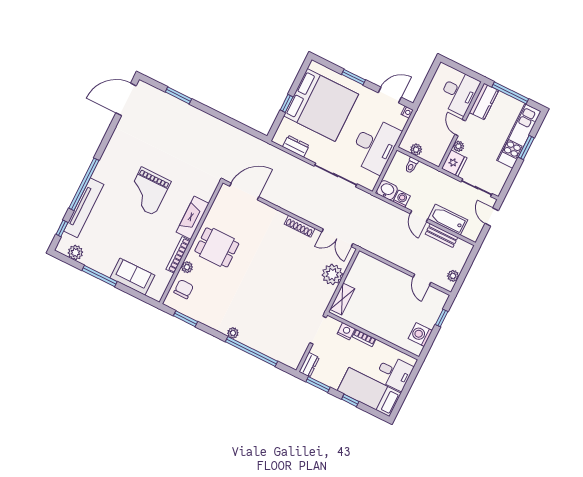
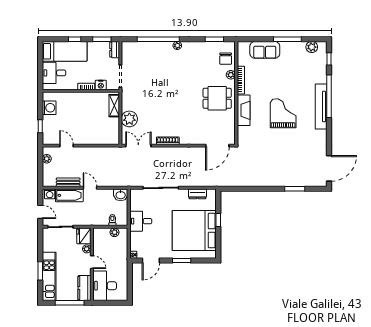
desk: (375, 145) -> (141, 221), width x0.53, depth x0.77
washing machine: (402, 199) -> (50, 194), moved
tv unit: (84, 208) -> (321, 107), moved

